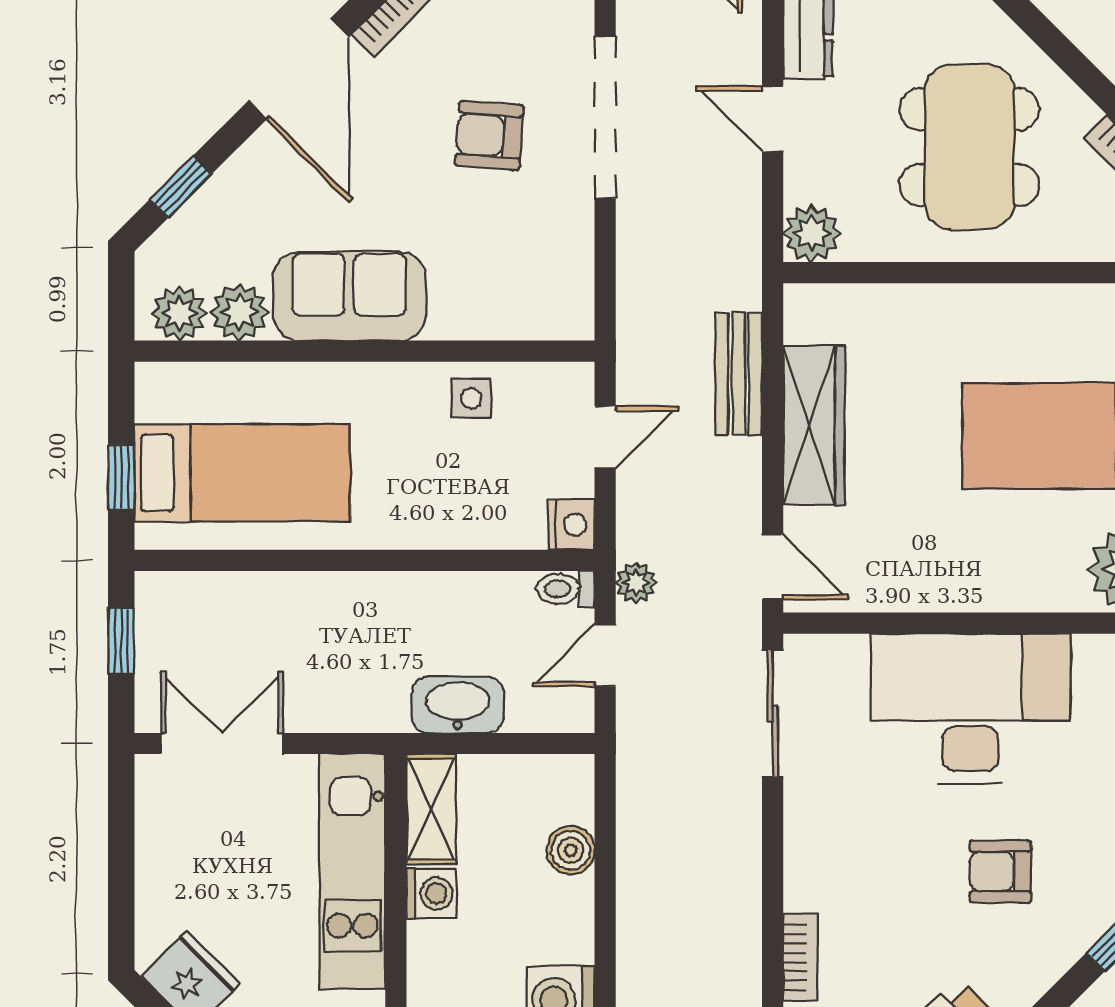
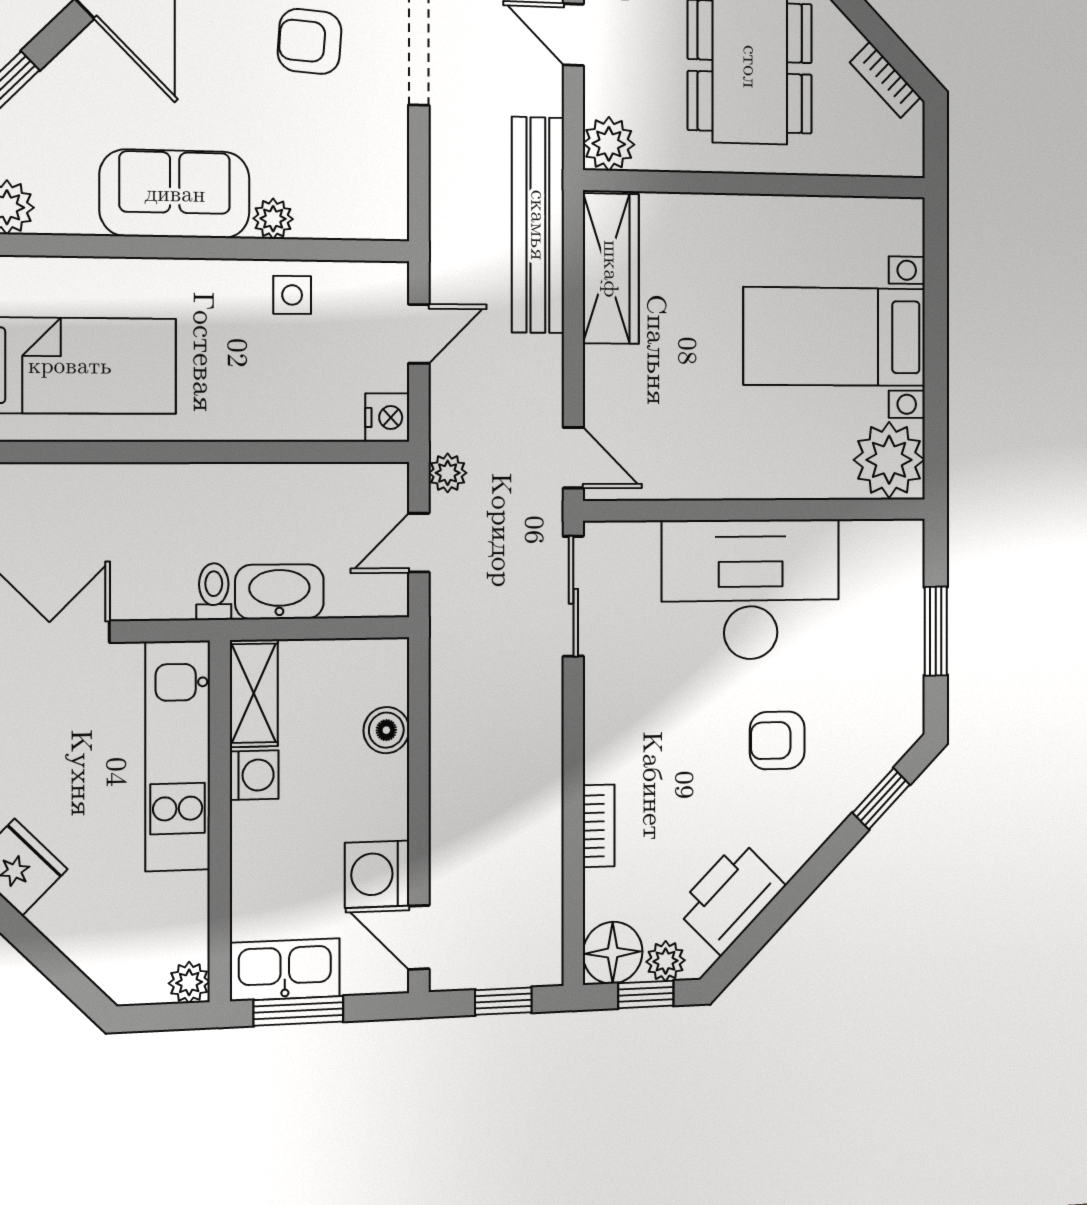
plant: (240, 312) -> (273, 219), moved, width x0.73, depth x0.73
bench: (739, 374) -> (538, 225), width x1.86, depth x1.21
wardrobe: (814, 425) -> (611, 269), moved
toilet: (566, 589) -> (214, 592), moved, turned 90

